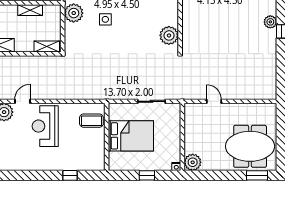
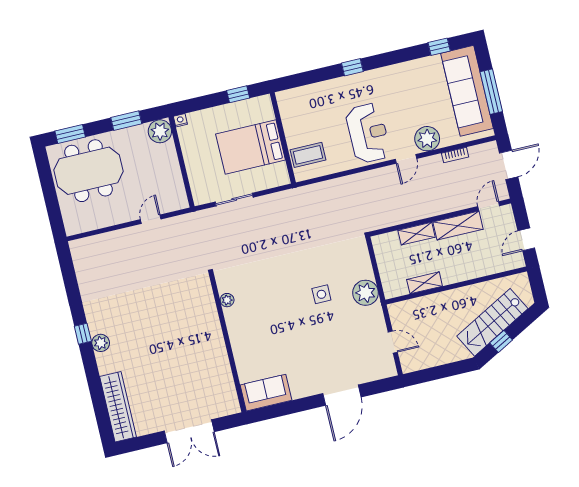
plant: (169, 35) -> (227, 300), width x0.53, depth x0.53
shelving: (47, 46) -> (416, 234), moved
door: (214, 101) -> (151, 219), swing flipped
window: (70, 175) -> (352, 67), moved
window: (147, 175) -> (238, 94), moved
window: (215, 175) -> (126, 121), added

